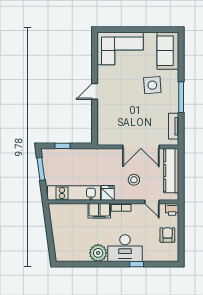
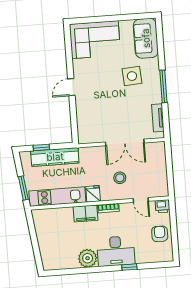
window: (41, 169) -> (23, 188), moved
kitchen counter: (171, 171) -> (55, 157), moved, turned -90

